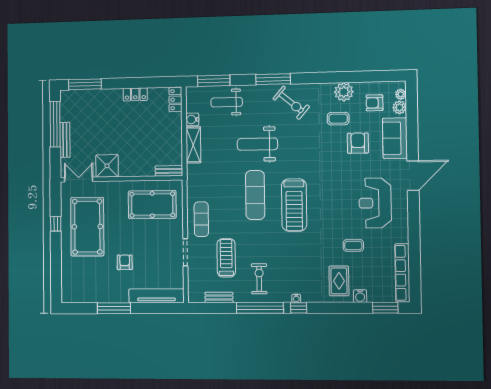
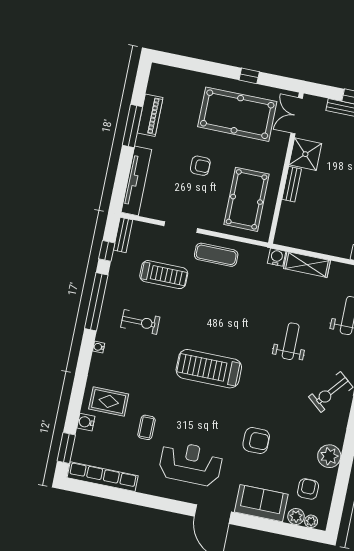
water cooler: (192, 119) -> (277, 257), moved
coffee table: (338, 119) -> (299, 443), removed
armchair: (358, 143) -> (256, 441), moved
weight bench: (257, 144) -> (291, 341), width x0.73, depth x0.75
bench: (169, 171) -> (292, 184), moved
double door: (79, 179) -> (297, 116), swing flipped
exercise mat: (255, 195) -> (231, 325), removed
armchair: (125, 262) -> (200, 166), moved
exercise bike: (259, 279) -> (140, 322), moved
piano: (103, 296) -> (150, 115), added
bench: (219, 297) -> (123, 235), moved
window: (299, 308) -> (107, 251), moved

